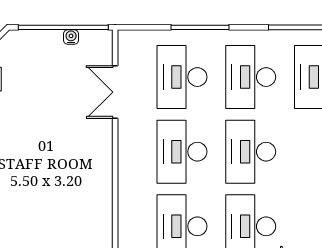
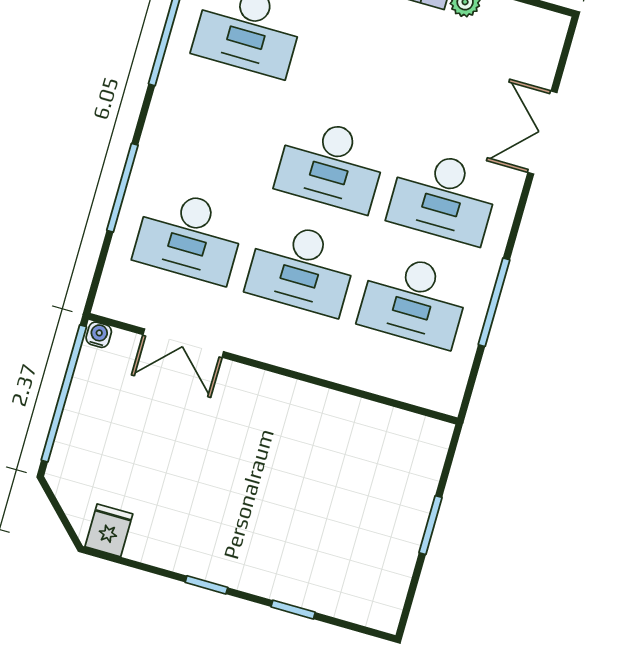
water cooler: (71, 37) -> (99, 335), moved, turned 90
desk: (251, 77) -> (219, 133), removed

